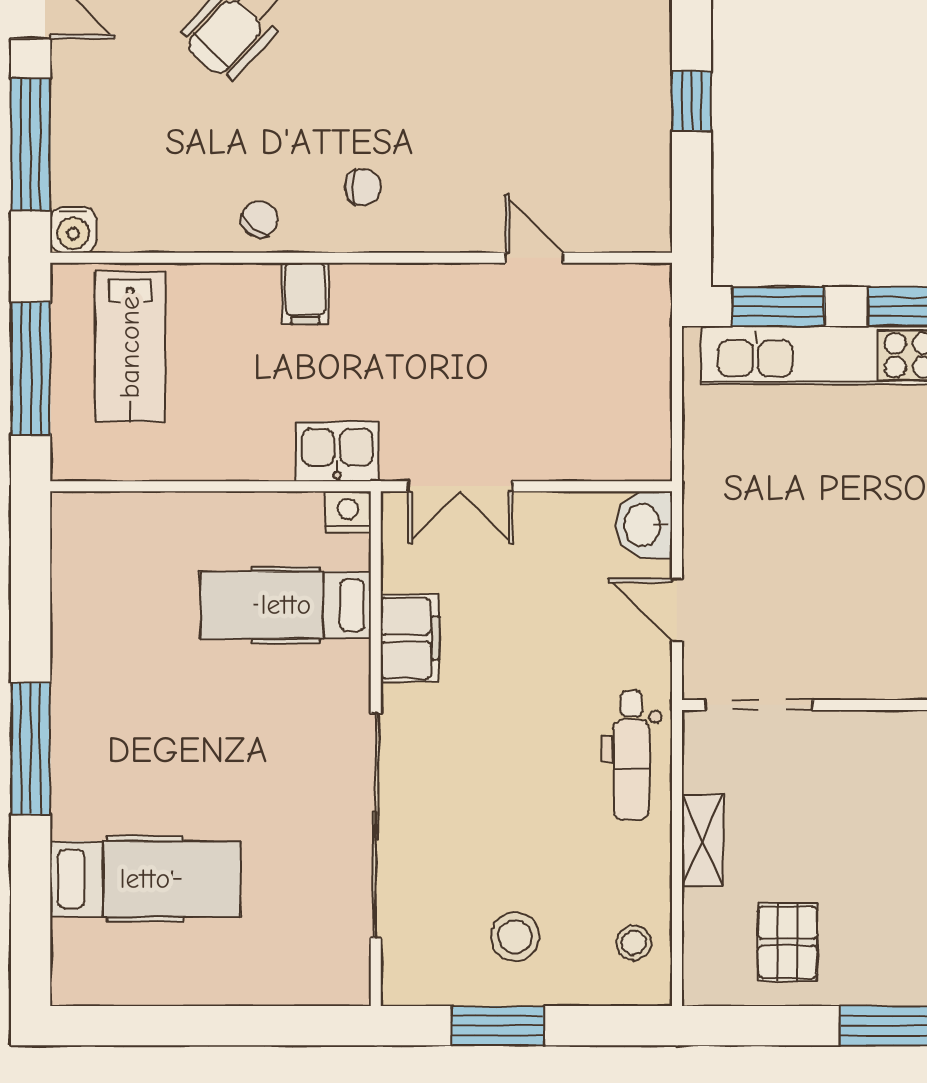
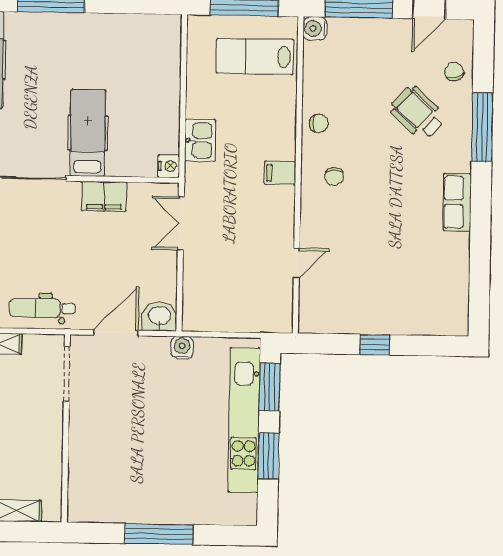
chair: (259, 219) -> (319, 123), turned -38
filing cabinet: (305, 293) -> (280, 173), moved
kitchen sink: (337, 451) -> (200, 140), moved
water cooler: (704, 480) -> (182, 348), added
hospital bed: (286, 605) -> (88, 133), moved
door: (677, 610) -> (116, 333), width x1.38

